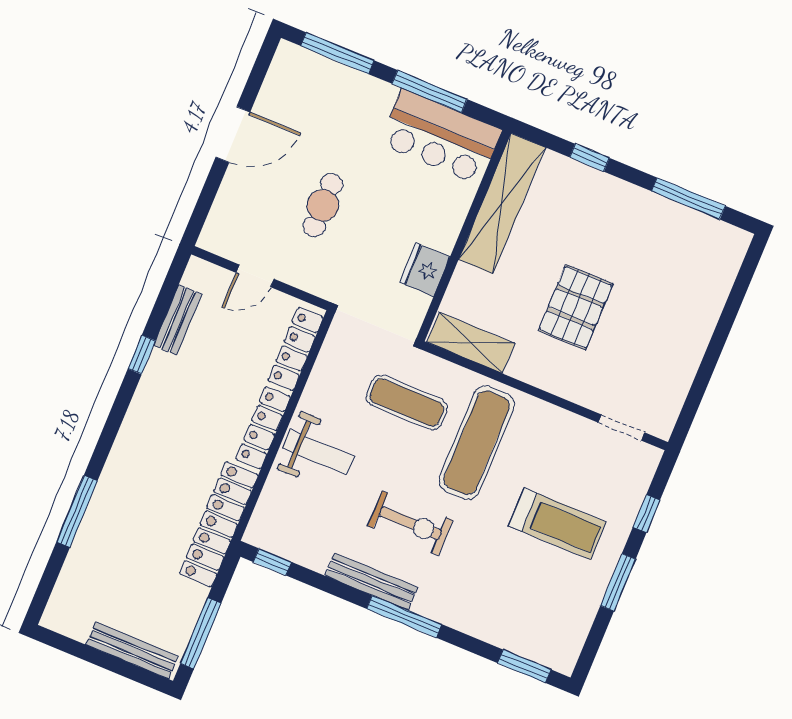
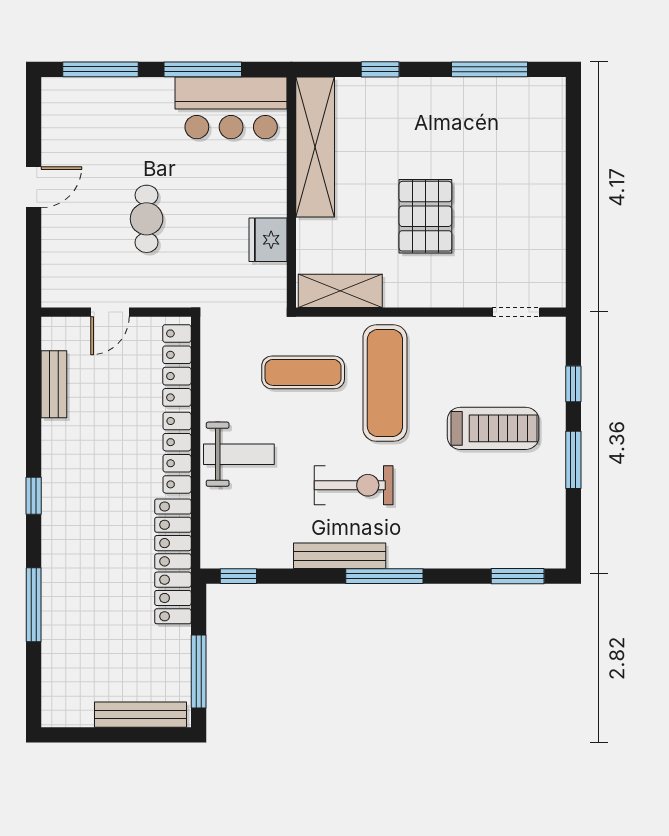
door: (233, 135) -> (34, 187), width x0.73
window: (142, 355) -> (34, 496), moved

